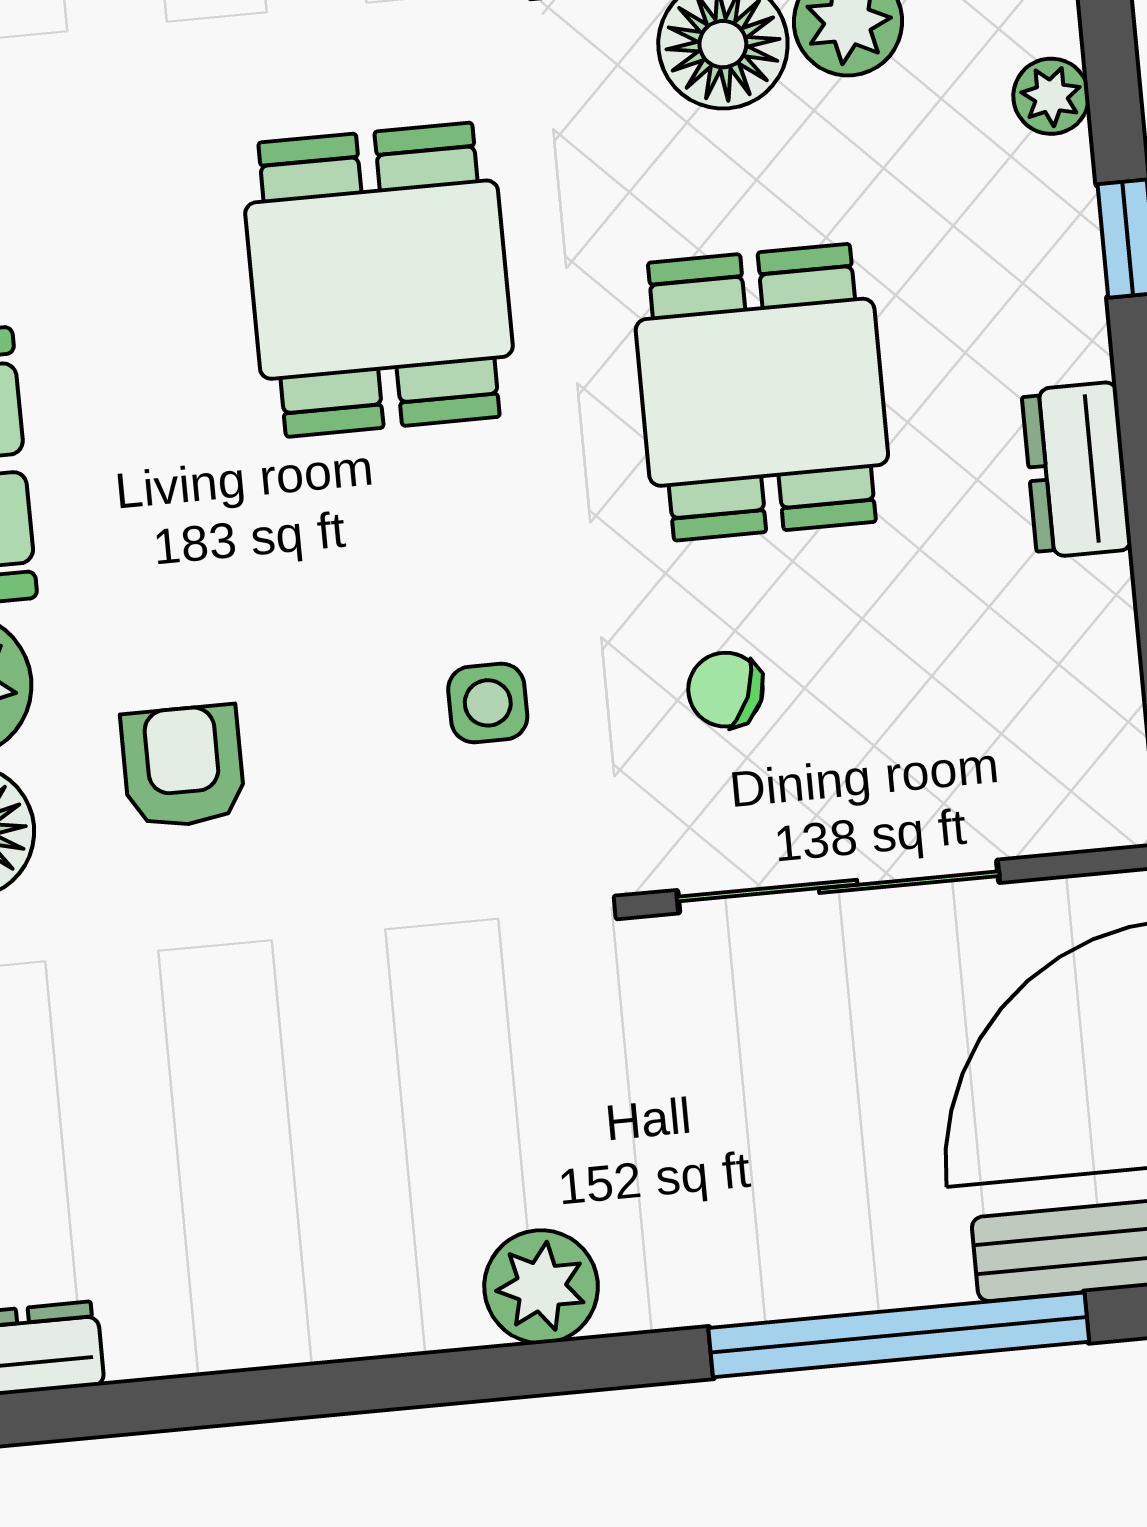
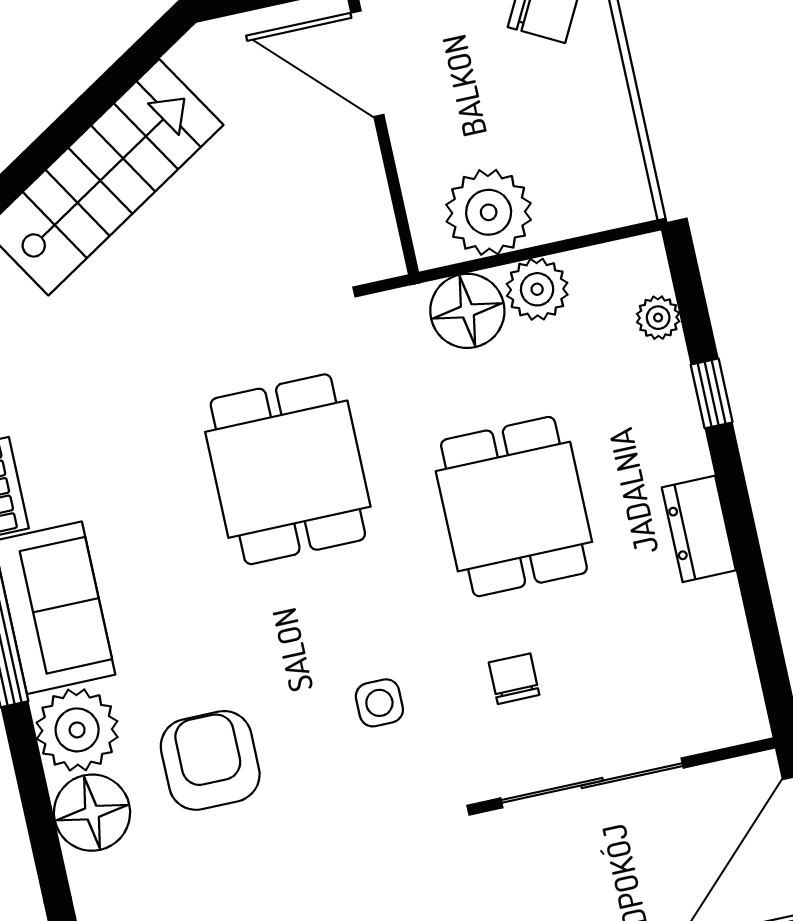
chair: (725, 690) -> (514, 679), turned 68
armchair: (183, 767) -> (210, 760), width x1.38, depth x1.38

